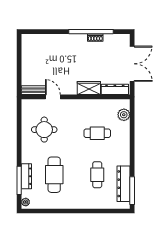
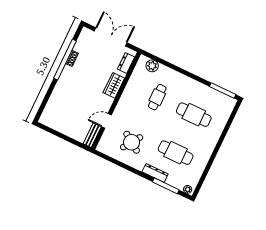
dresser: (115, 89) -> (126, 63), width x0.70
round table: (44, 130) -> (132, 142), turned 34
cafe table: (97, 175) -> (194, 115), width x1.37, depth x1.35
dresser: (26, 176) -> (155, 173), moved
dresser: (124, 184) -> (213, 95), removed

